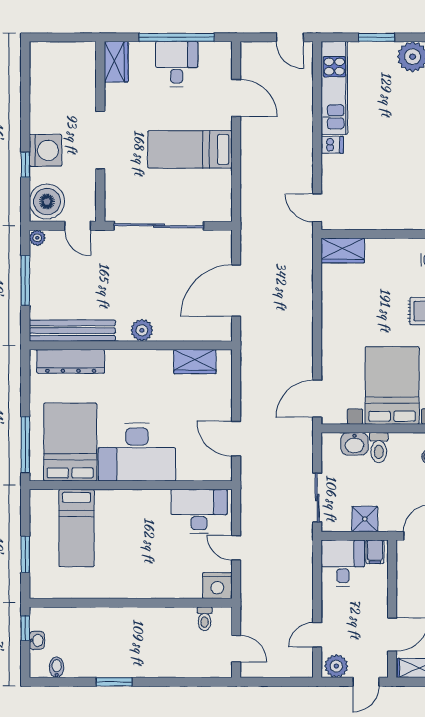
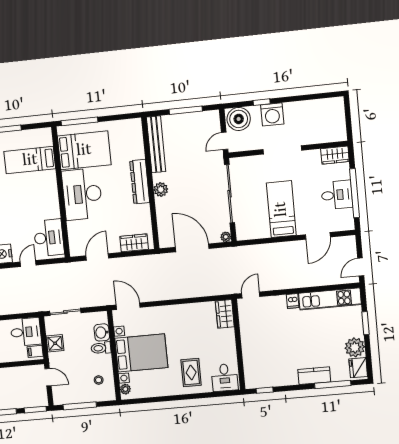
plant: (37, 238) -> (226, 237), moved
dresser: (71, 361) -> (140, 182), moved
wardrobe: (195, 362) -> (134, 243), moved, turned 90

